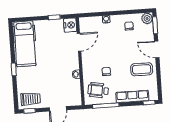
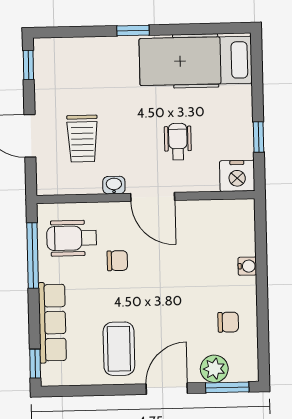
plant: (147, 18) -> (214, 369), moved
door: (79, 42) -> (153, 197), moved
wheelchair: (57, 49) -> (178, 142), added
wheelchair: (98, 90) -> (72, 238), turned -100
trolley: (31, 99) -> (82, 139), moved

